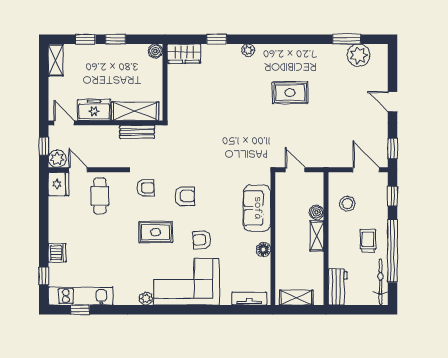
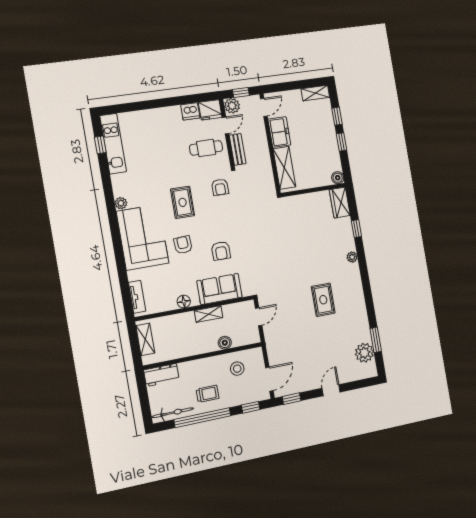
bench: (137, 132) -> (238, 149), moved
armchair: (185, 196) -> (221, 251), moved
shelving: (317, 236) -> (209, 314), moved
dishwasher: (57, 253) -> (190, 111), moved
window: (44, 276) -> (126, 108), removed

